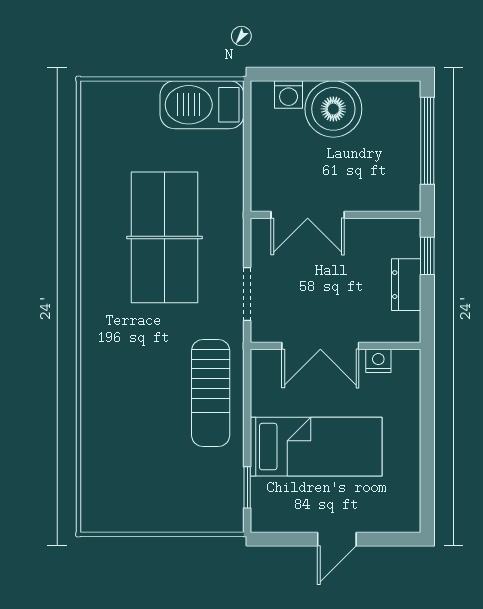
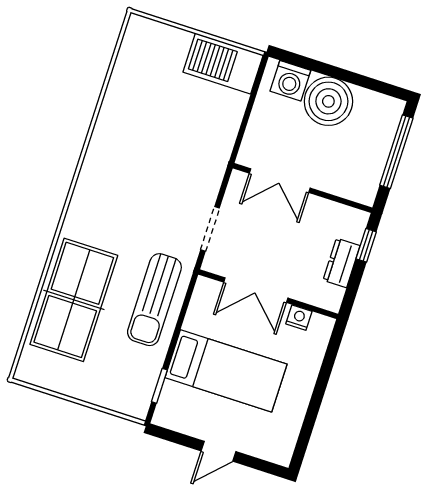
washing machine: (289, 94) -> (290, 81), width x1.38, depth x1.38
table tennis table: (164, 237) -> (74, 300), moved

